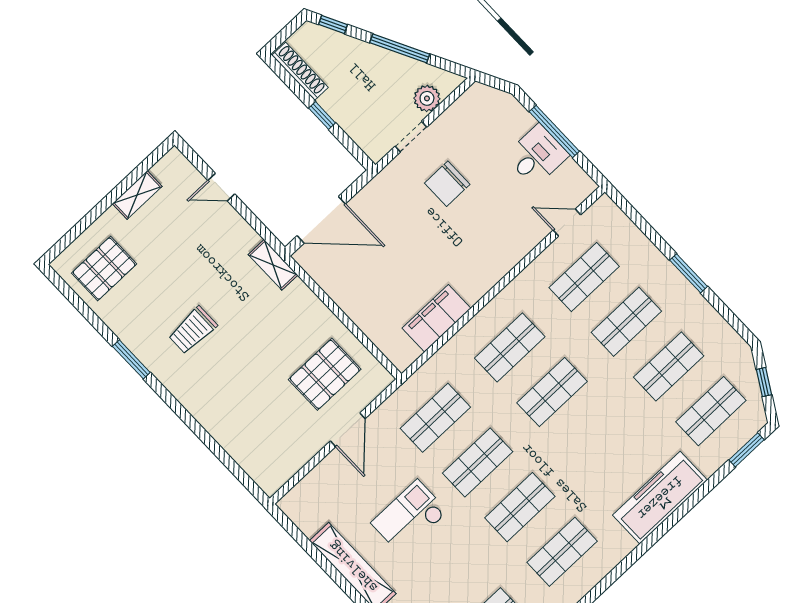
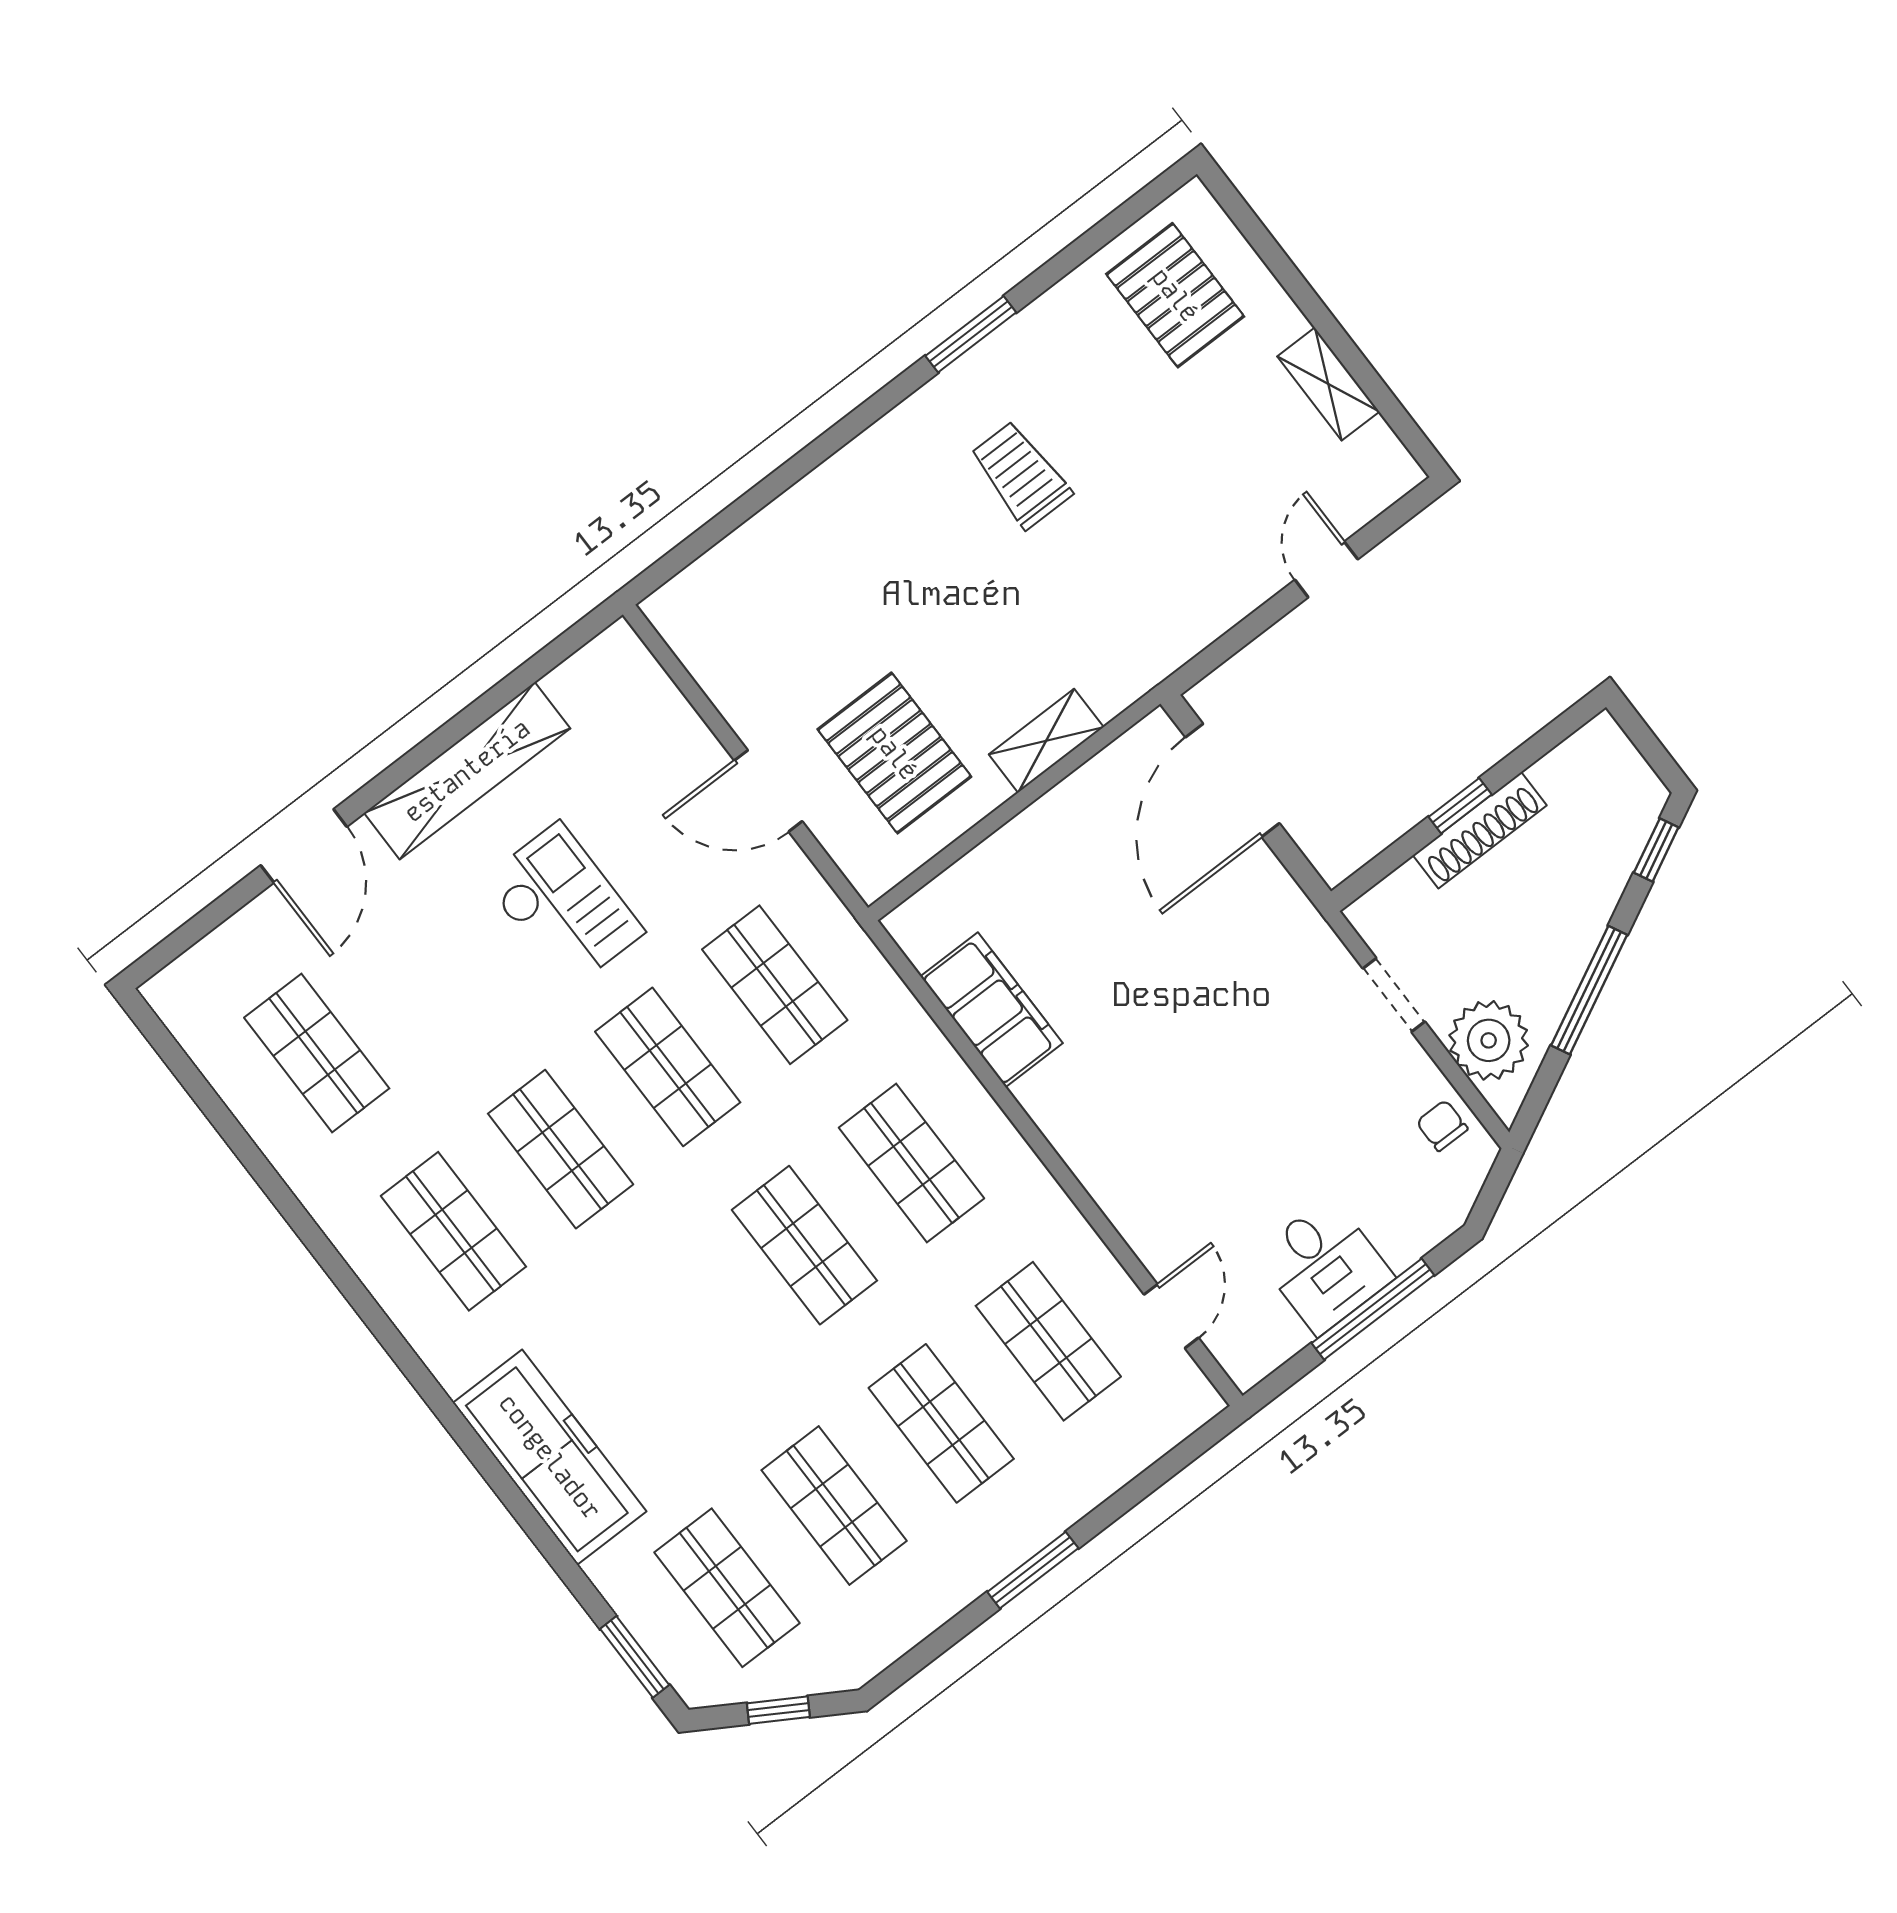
shoe rack: (300, 71) -> (1480, 830), moved
plant: (427, 98) -> (1489, 1040), width x1.36, depth x1.36
chair: (447, 184) -> (1442, 1125), moved, width x0.54, depth x0.54
shelving: (273, 265) -> (1046, 741), moved

